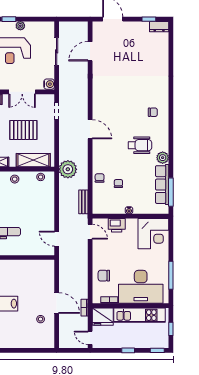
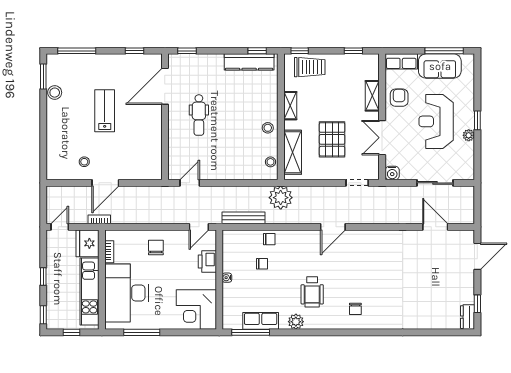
row of seats: (162, 185) -> (261, 321), width x0.68
bench: (83, 202) -> (244, 218), width x1.36
chair: (104, 276) -> (156, 248), moved

